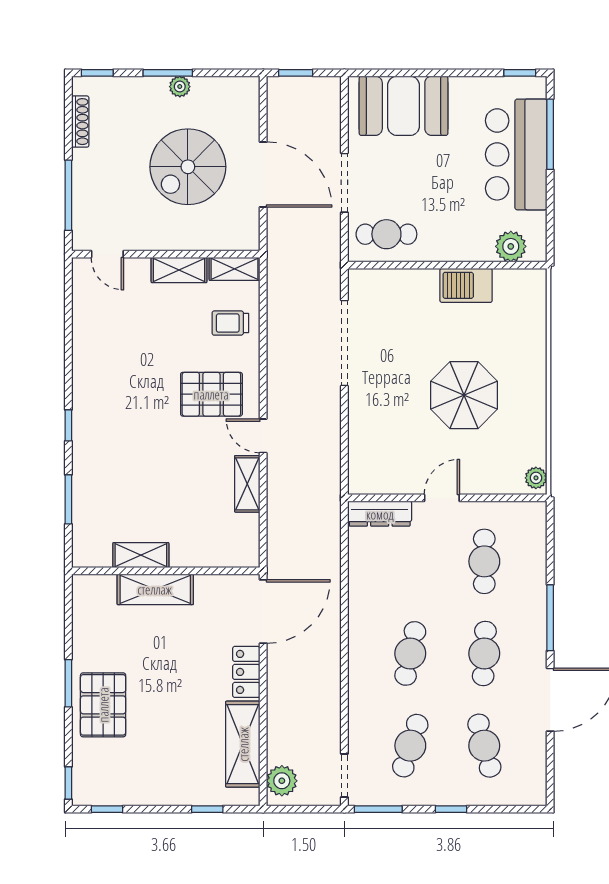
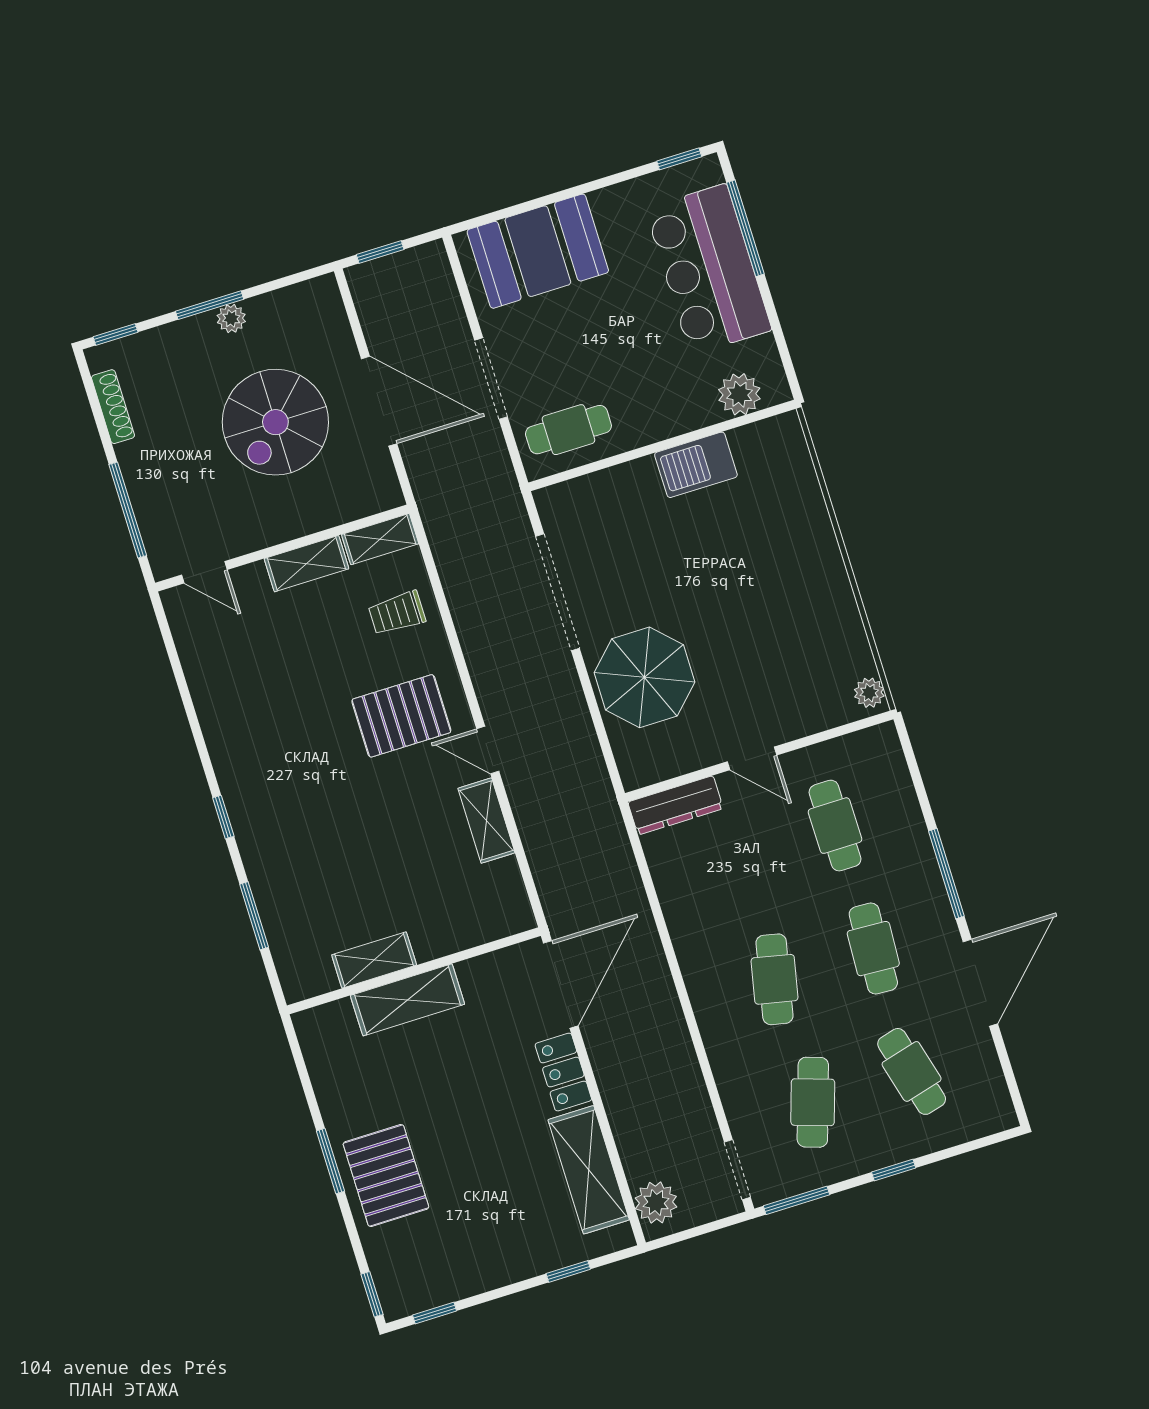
parasol: (464, 395) -> (644, 677), moved
door: (442, 498) -> (752, 758), swing flipped

